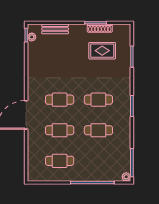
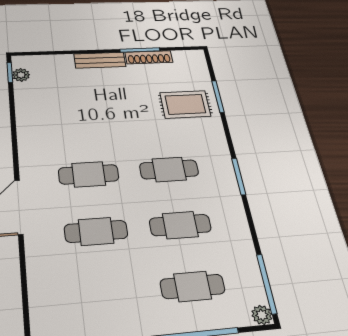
bench: (55, 29) -> (100, 60), moved
rug: (102, 51) -> (185, 104), moved
cafe table: (60, 161) -> (193, 286), moved

